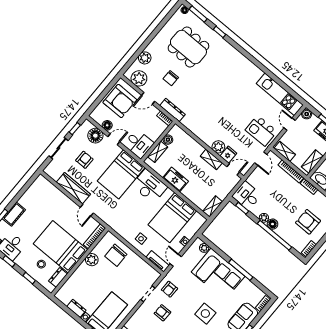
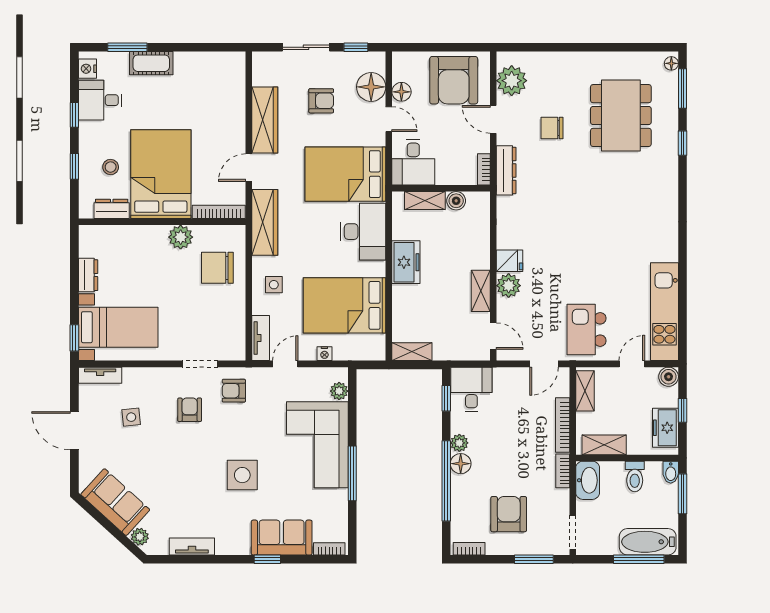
plant: (145, 58) -> (550, 63), removed
fridge: (228, 155) -> (510, 261), moved
wardrobe: (114, 222) -> (265, 222), added

